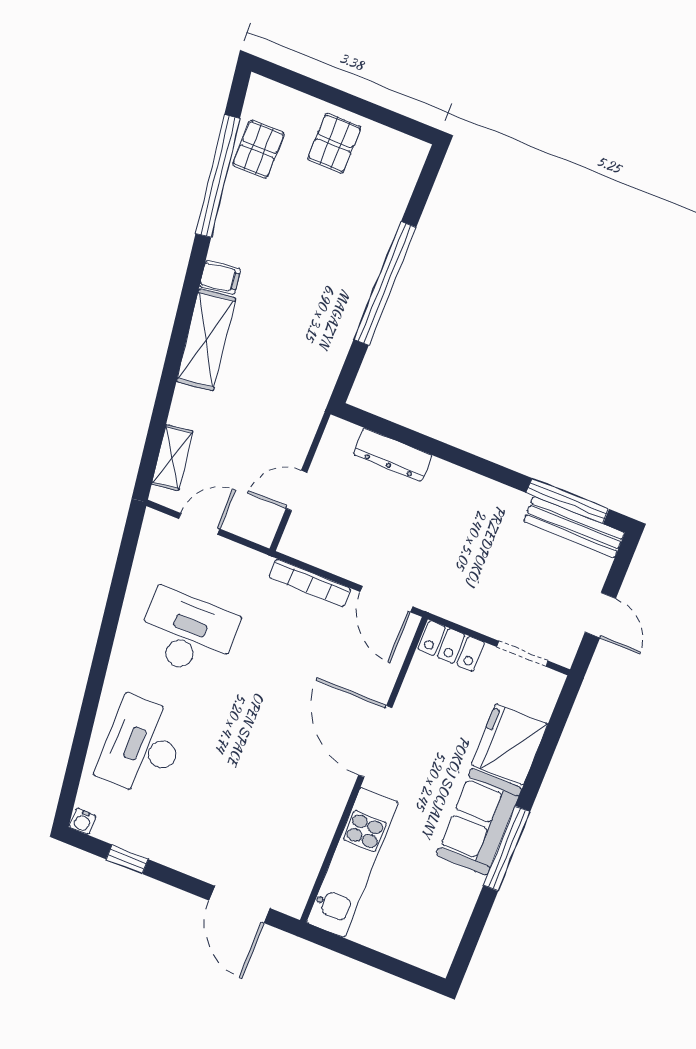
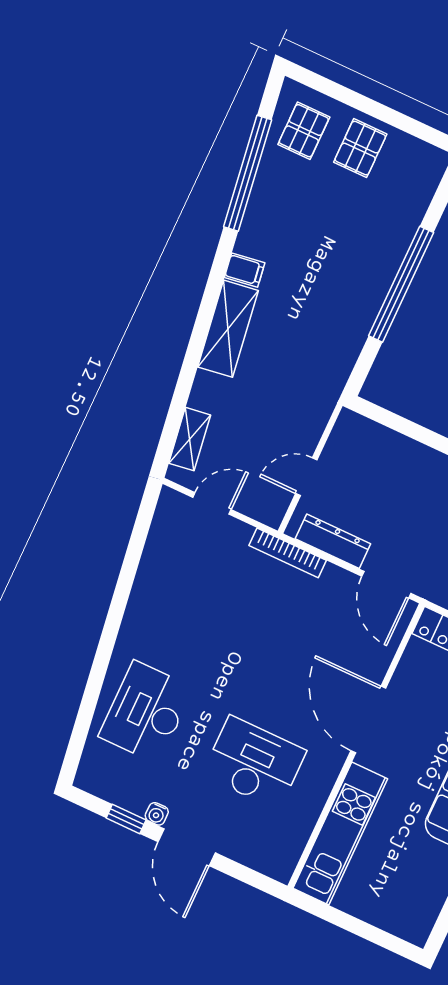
pallet: (258, 149) -> (304, 131), moved
dresser: (393, 455) -> (333, 541), moved, turned 180
bookcase: (310, 583) -> (288, 553), moved
desk: (188, 633) -> (254, 763), moved
water cooler: (83, 821) -> (157, 814), moved
door: (239, 904) -> (187, 847), moved

